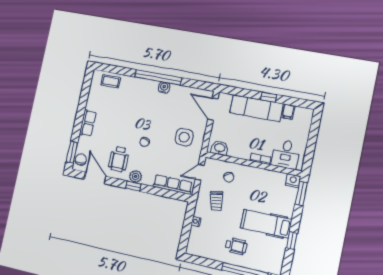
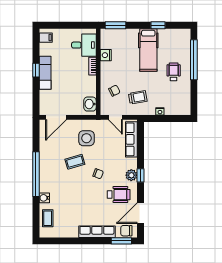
water cooler: (164, 87) -> (44, 198), moved
exam couch: (256, 108) -> (45, 73), width x0.73, depth x0.69
filing cabinet: (288, 112) -> (46, 38), moved
coffee table: (162, 120) -> (75, 162), added
row of seats: (88, 123) -> (97, 232), width x1.48
nightstand: (293, 181) -> (106, 55), moved

